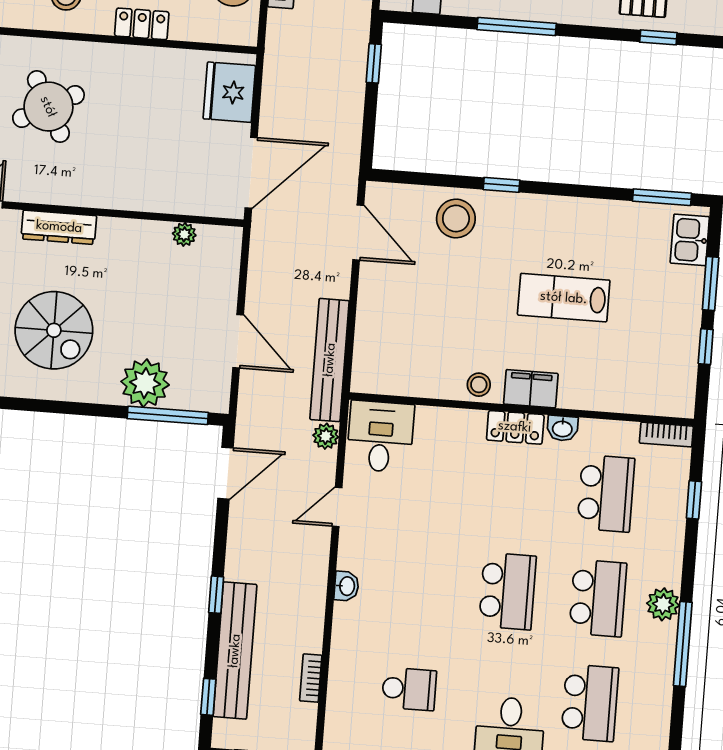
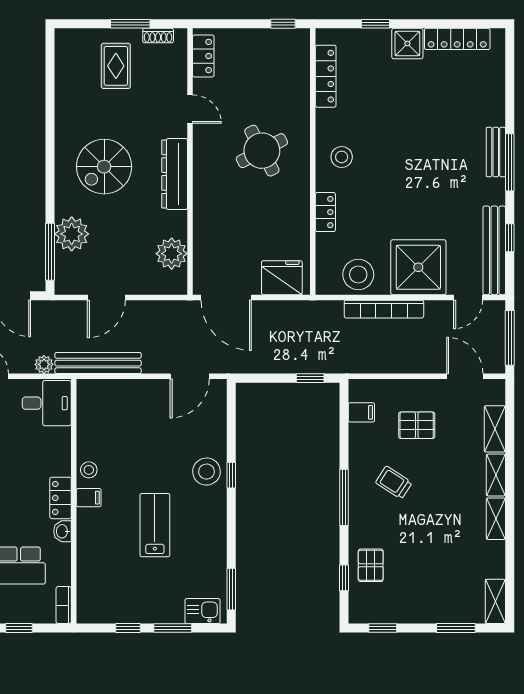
window: (517, 26) -> (344, 497), moved
stool: (456, 219) -> (206, 472), moved
dresser: (59, 227) -> (175, 174), width x1.37, depth x1.24
plant: (184, 234) -> (172, 254), width x1.88, depth x1.88
filing cabinet: (531, 389) -> (89, 498), width x0.50

